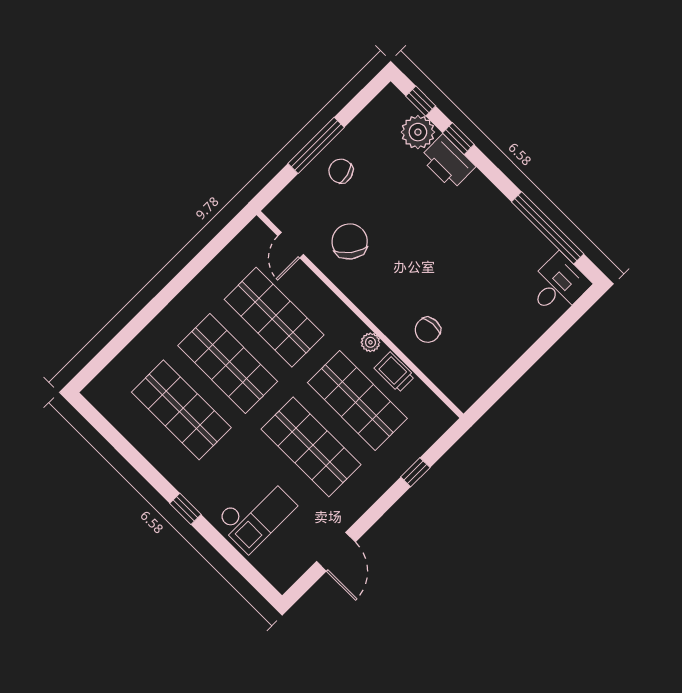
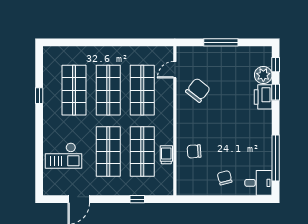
chair: (341, 171) -> (225, 178), moved
plant: (370, 342) -> (168, 135), removed
window: (185, 509) -> (39, 96), moved

